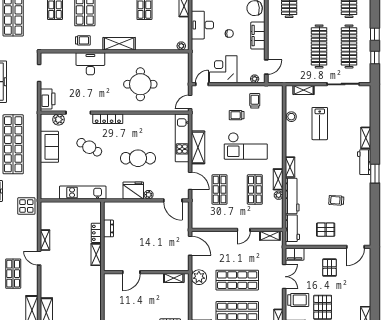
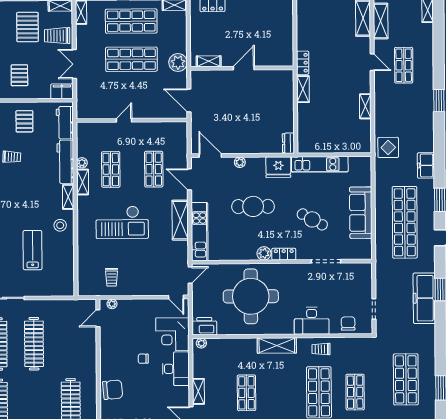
filing cabinet: (258, 36) -> (108, 356), removed
chair: (60, 61) -> (348, 324), added
corner desk: (223, 69) -> (172, 334), moved, turned 90
round table: (140, 84) -> (251, 296), width x1.36, depth x1.36
door: (202, 84) -> (176, 297), hinge flipped
shelving: (304, 90) -> (52, 291), removed
printer: (48, 99) -> (204, 326), moved, turned 90
trolley: (237, 115) -> (134, 260), removed
stool: (291, 117) -> (60, 225), moved
locker: (108, 119) -> (284, 254), width x0.66
plant: (59, 120) -> (264, 253), moved
checkout: (246, 146) -> (122, 222), turned 180
sofa: (49, 147) -> (361, 213), width x1.36
fridge: (133, 190) -> (278, 167), moved
dresser: (109, 228) -> (288, 143), moved
pallet: (326, 230) -> (24, 121), turned 90
locker: (96, 233) -> (303, 63), moved
shelving: (270, 236) -> (92, 113), removed
door: (39, 258) -> (372, 62), moved
door: (131, 272) -> (244, 68), moved

